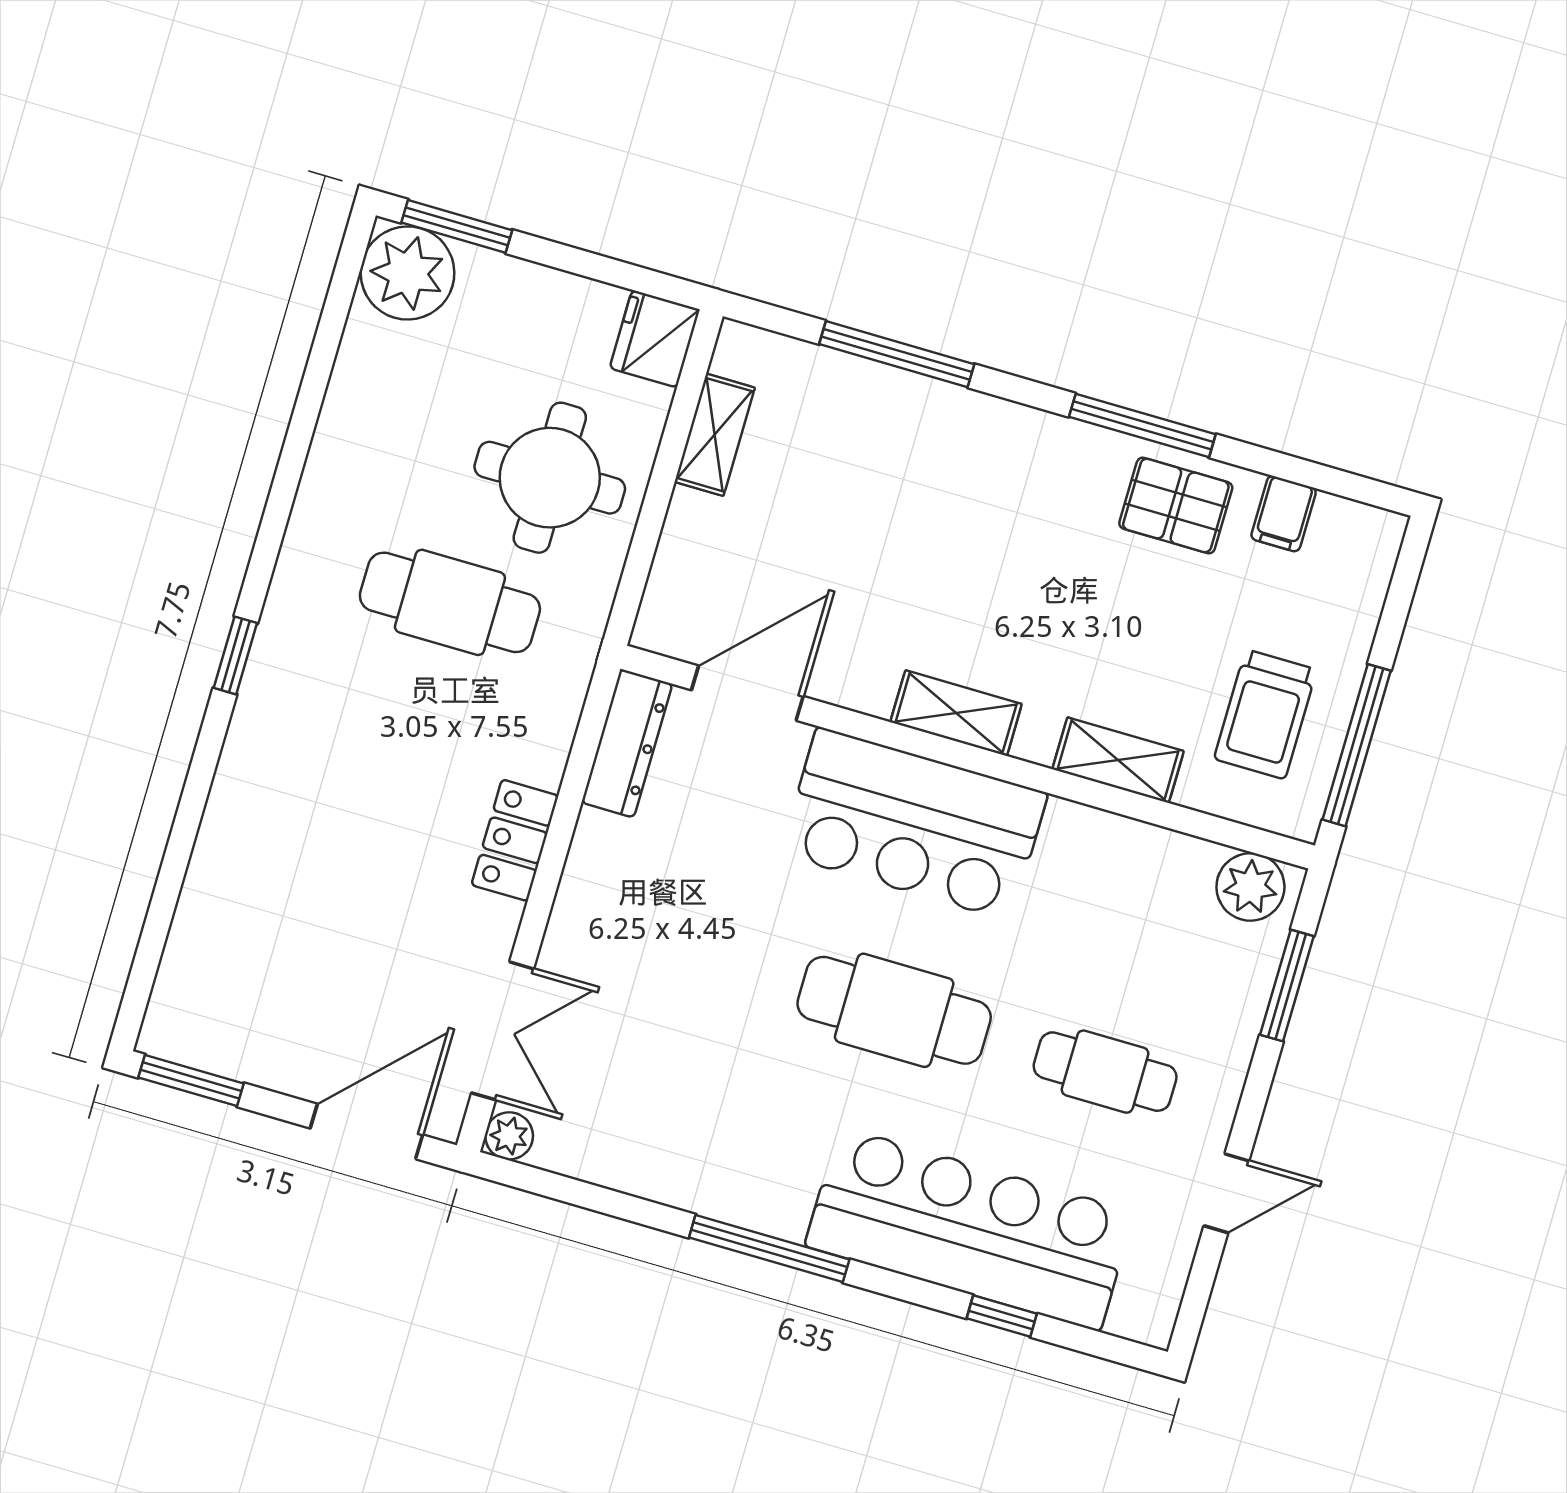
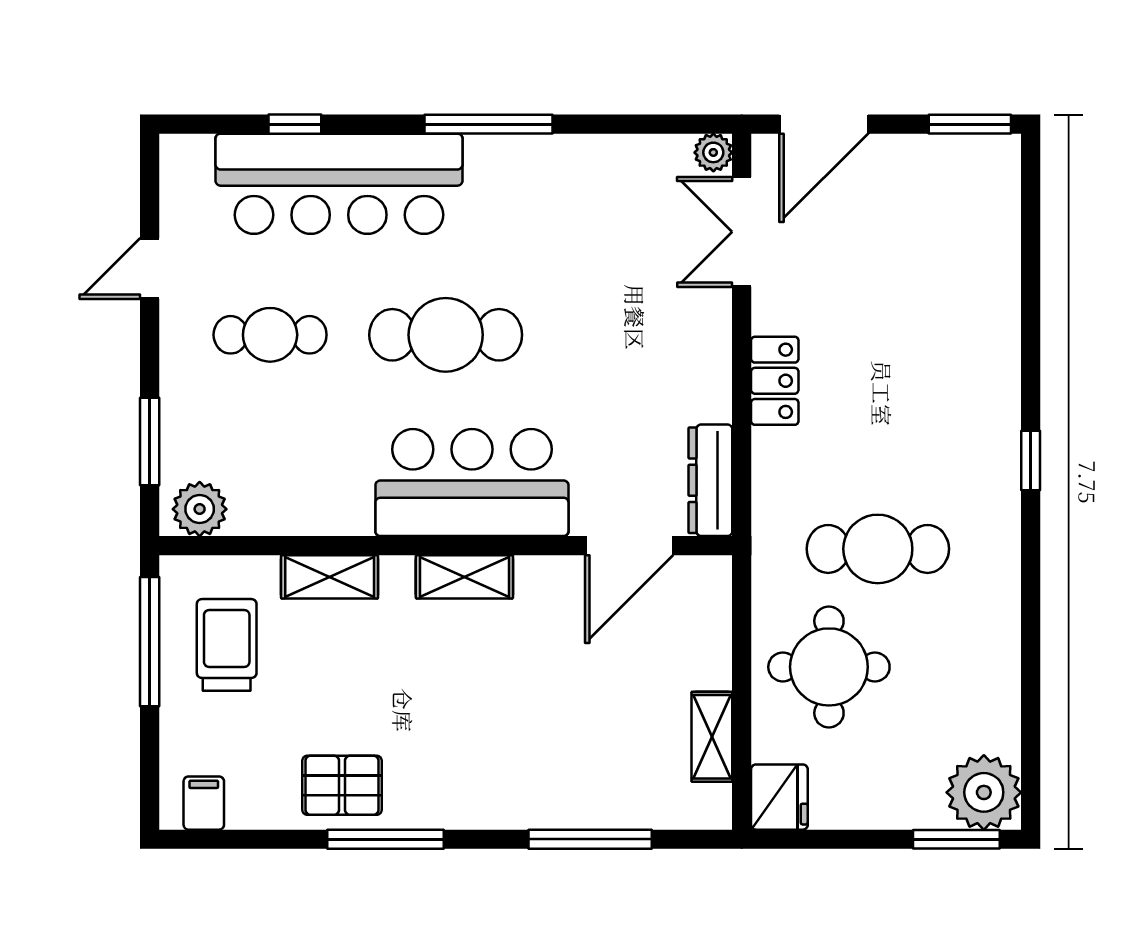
filing cabinet: (1284, 514) -> (204, 803), moved

